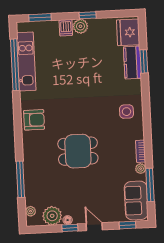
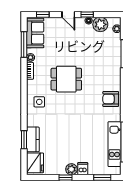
dining table: (78, 151) -> (66, 79), moved

